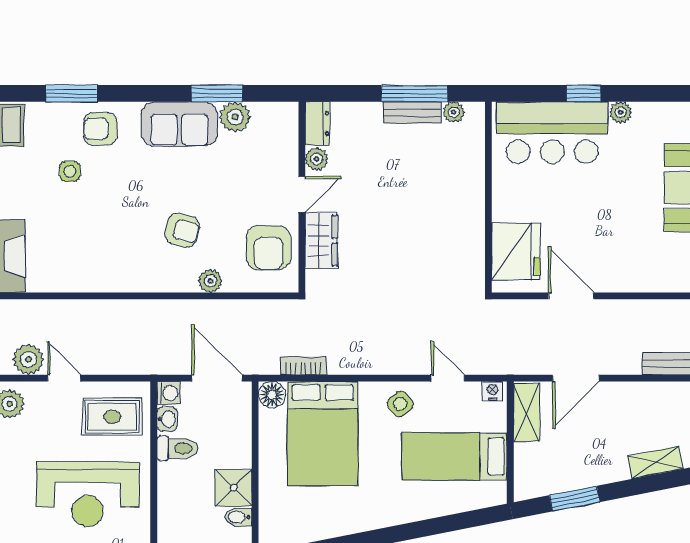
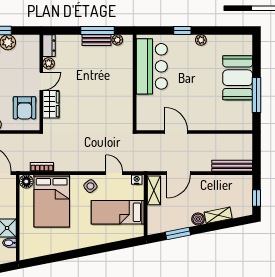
bar counter: (552, 133) -> (152, 66), moved, turned -90
fridge: (516, 251) -> (148, 110), removed
boiler: (615, 470) -> (198, 219), added

